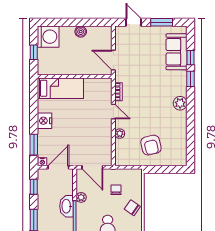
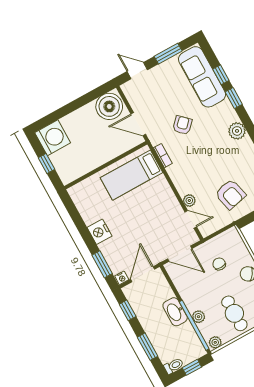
boiler: (81, 32) -> (109, 106), moved, width x1.86, depth x1.86
sofa: (177, 52) -> (202, 77), width x1.36
armchair: (144, 78) -> (182, 125), added
bed: (60, 88) -> (131, 175), moved, turned 180
door: (113, 111) -> (191, 219), moved
plant: (81, 197) -> (199, 317), moved

